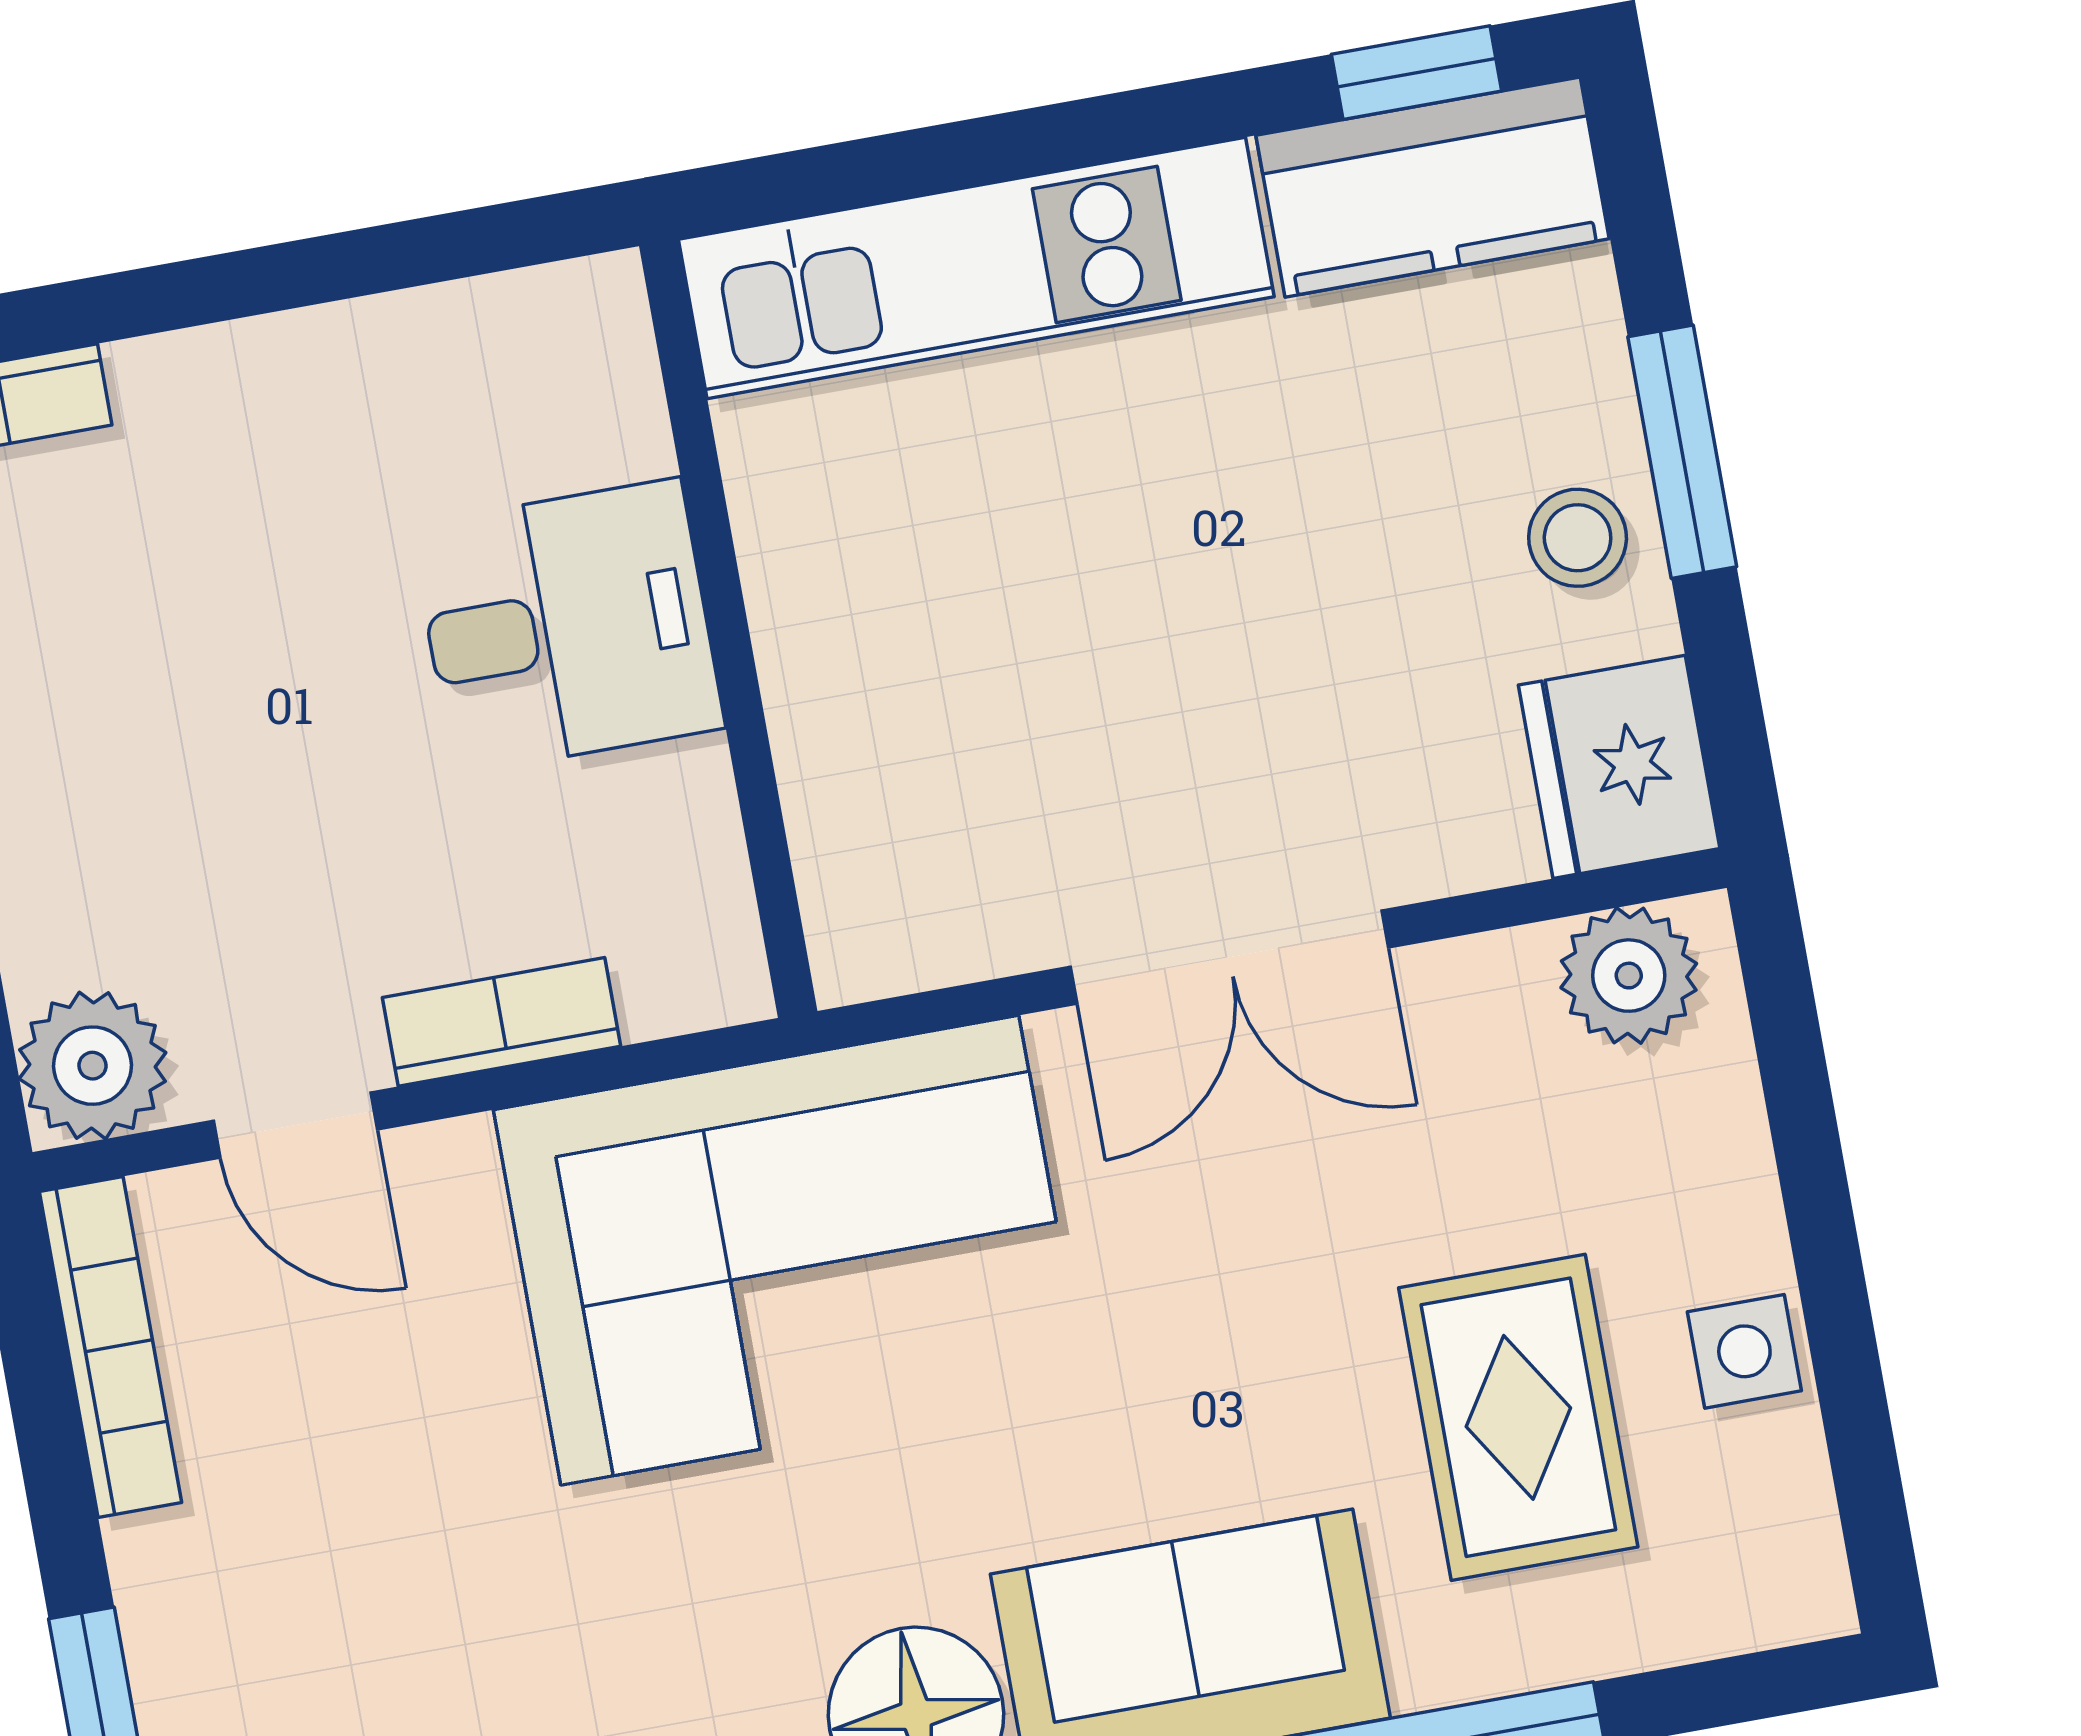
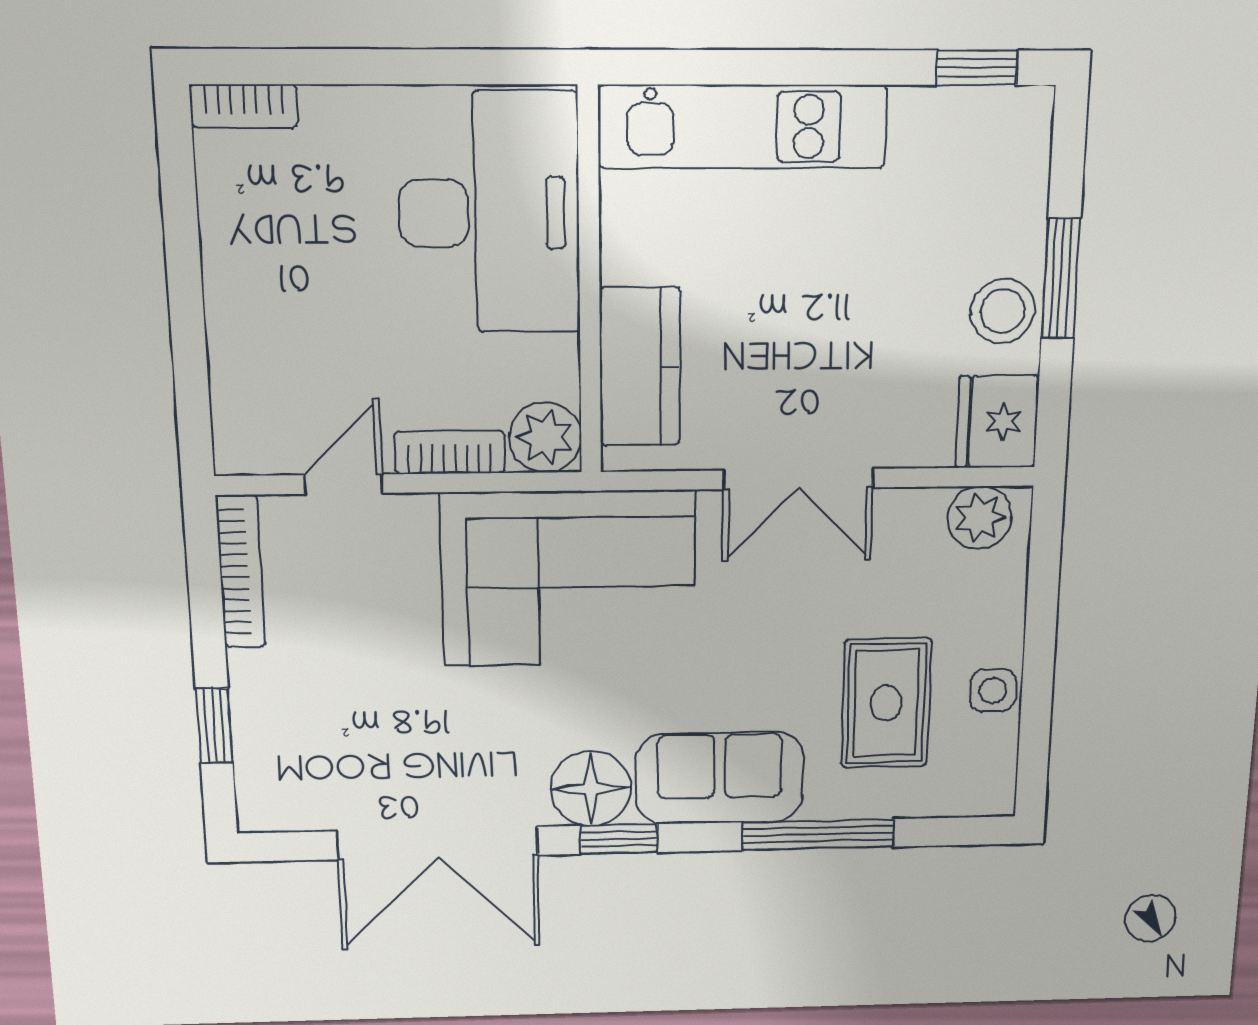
kitchen counter: (1433, 187) -> (640, 367), moved, turned -90
stool: (1578, 538) -> (1003, 311), width x1.37, depth x1.37
desk: (567, 627) -> (489, 213), width x1.87, depth x1.30
plant: (92, 1066) -> (545, 437), moved
door: (295, 1125) -> (343, 484), swing flipped

